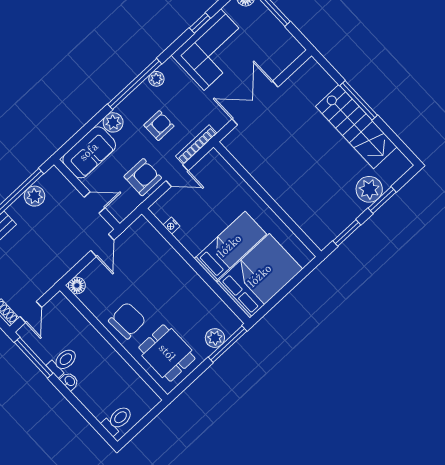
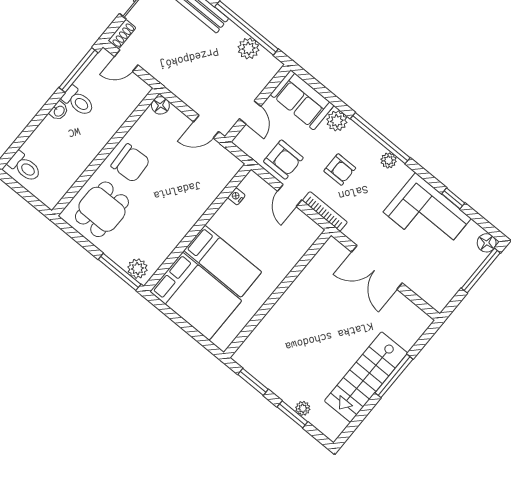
double door: (255, 103) -> (377, 267), swing flipped
plant: (369, 189) -> (303, 408), width x0.53, depth x0.53
plant: (215, 338) -> (137, 269), moved

